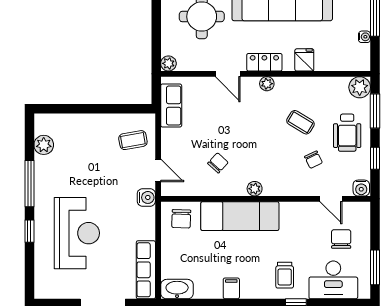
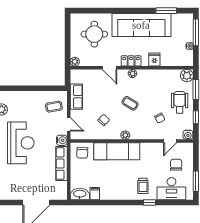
row of seats: (171, 106) -> (76, 97), moved
coffee table: (300, 122) -> (130, 103), moved
wheelchair: (347, 133) -> (180, 102), turned 180
door: (331, 199) -> (170, 141), hinge flipped
reception desk: (77, 233) -> (21, 143), moved
row of seats: (146, 270) -> (61, 164), moved
filing cabinet: (231, 288) -> (95, 194), moved

